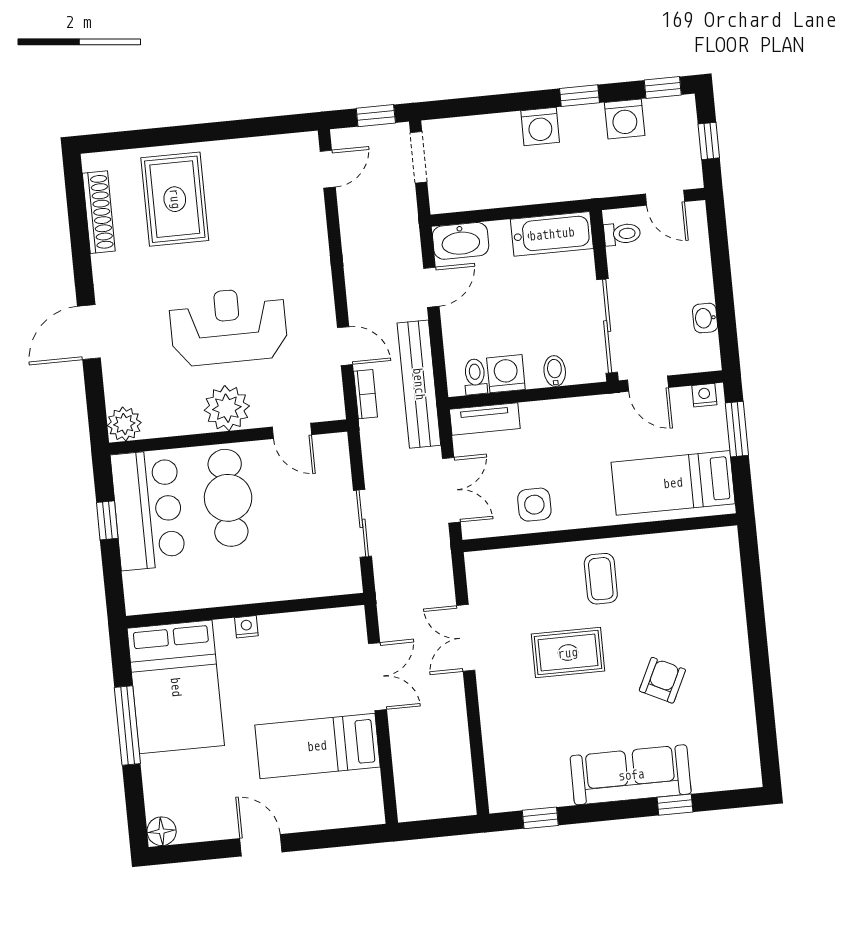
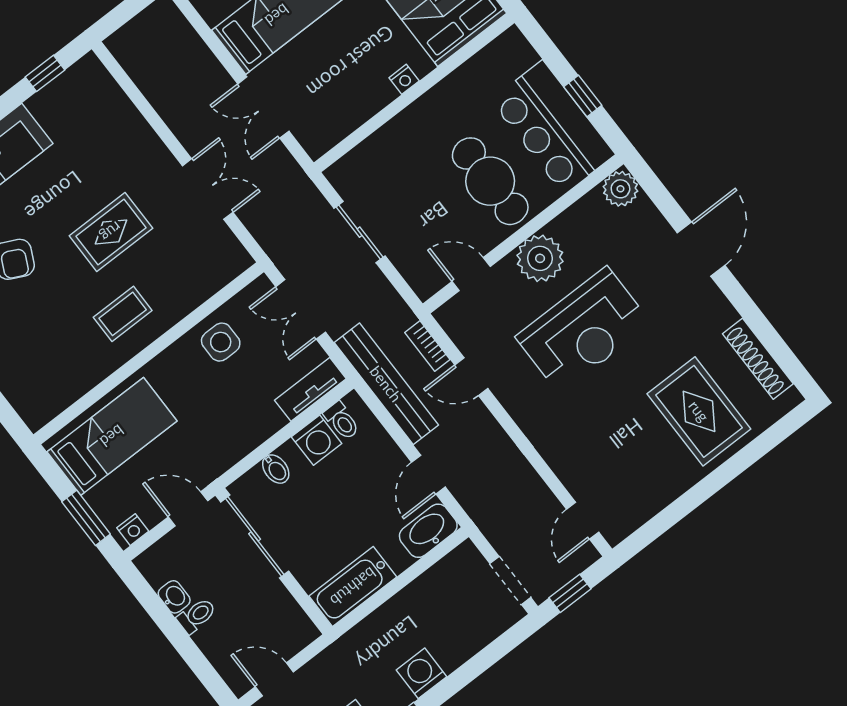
toilet: (622, 234) -> (197, 616), moved, turned 180
coffee table: (601, 579) -> (123, 314), turned 90

